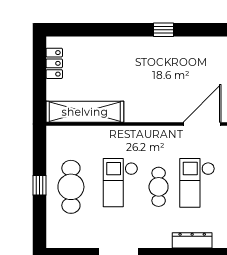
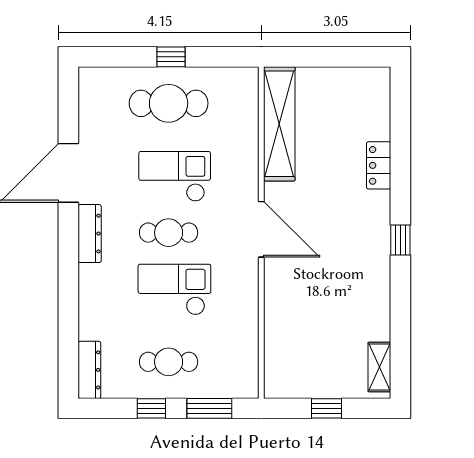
locker: (54, 63) -> (379, 165), moved, turned 90
door: (202, 124) -> (261, 229), moved
dresser: (192, 240) -> (90, 234), moved

